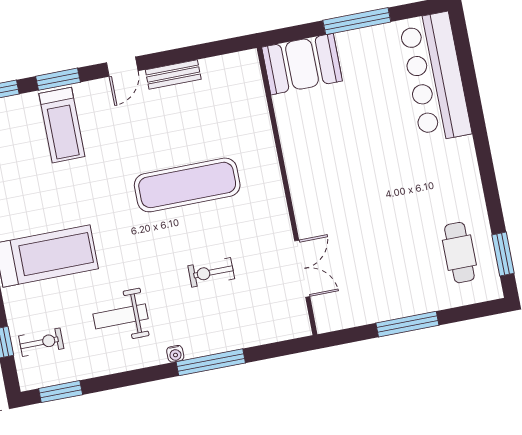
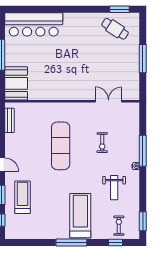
bench: (173, 75) -> (9, 120), moved
treadmill: (62, 125) -> (23, 197), turned -90
cafe table: (459, 253) -> (115, 29), turned 33

